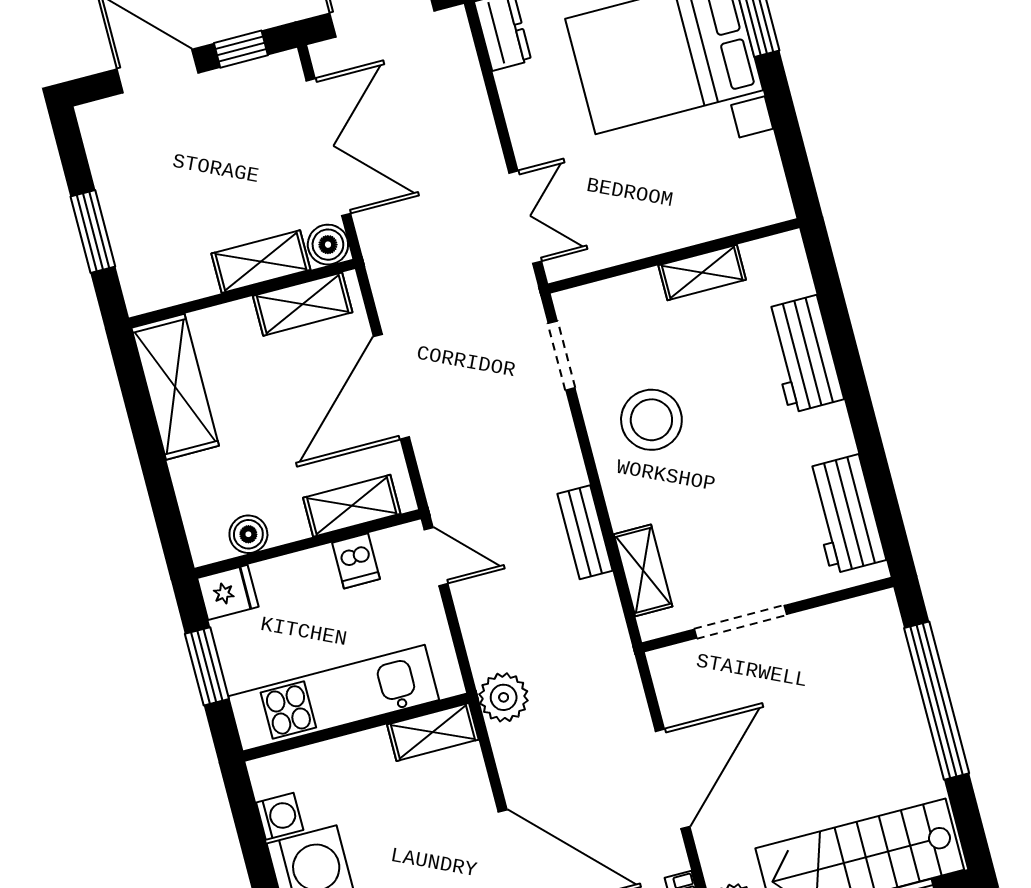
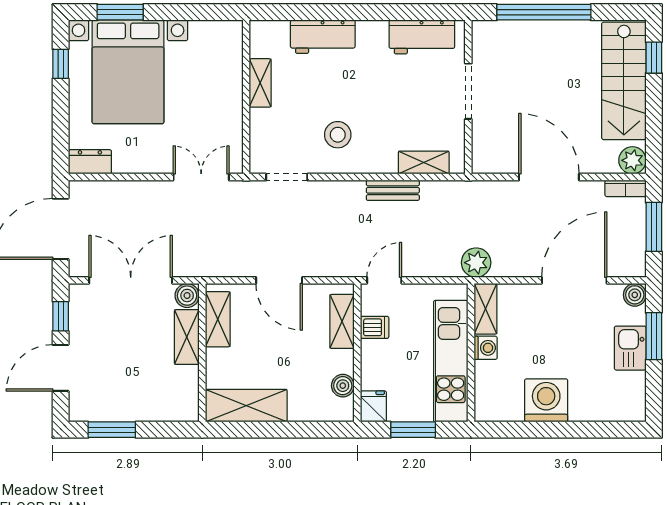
window: (93, 231) -> (112, 430), moved
door: (391, 387) -> (279, 280), width x0.73
stool: (651, 420) -> (338, 135), width x0.73, depth x0.73
doorway: (741, 622) -> (468, 91), moved
washing machine: (280, 816) -> (486, 348), moved, turned 90

